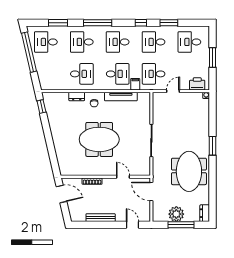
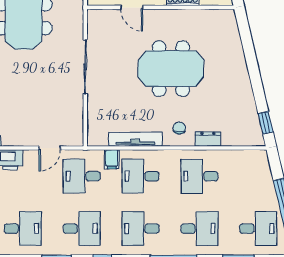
desk: (118, 42) -> (141, 229), turned 180
desk: (154, 74) -> (82, 176), turned 180

